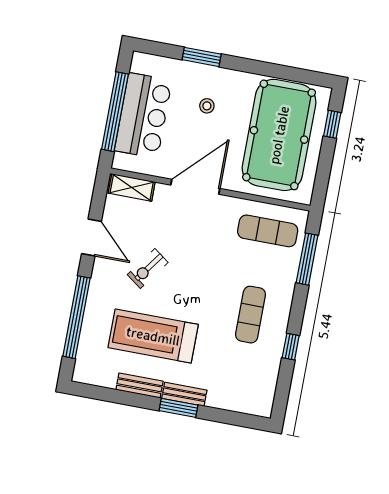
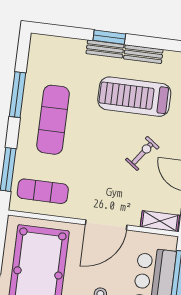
exercise mat: (251, 315) -> (53, 120), width x1.36, depth x1.45
treadmill: (153, 336) -> (134, 97), turned 180
window: (291, 347) -> (18, 95), width x2.17

